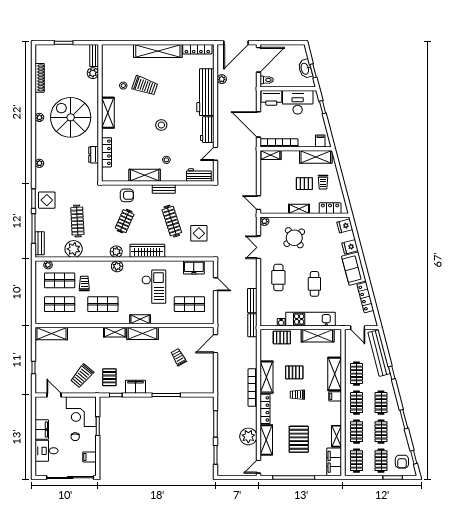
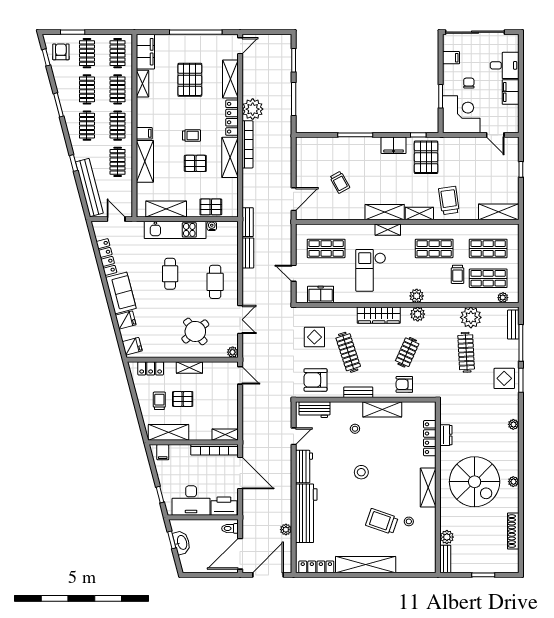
armchair: (198, 199) -> (316, 380), added
trolley: (82, 376) -> (449, 200), moved, turned -48
pallet: (109, 377) -> (426, 157), width x1.50, depth x1.42
plant: (248, 436) -> (253, 109), moved

